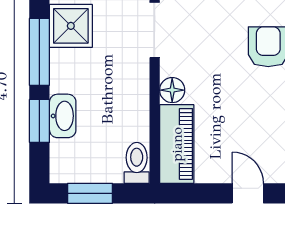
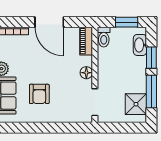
washbasin: (63, 116) -> (140, 45), moved
piano: (177, 144) -> (86, 41), width x0.73, depth x0.75
door: (248, 193) -> (49, 22), width x1.88

